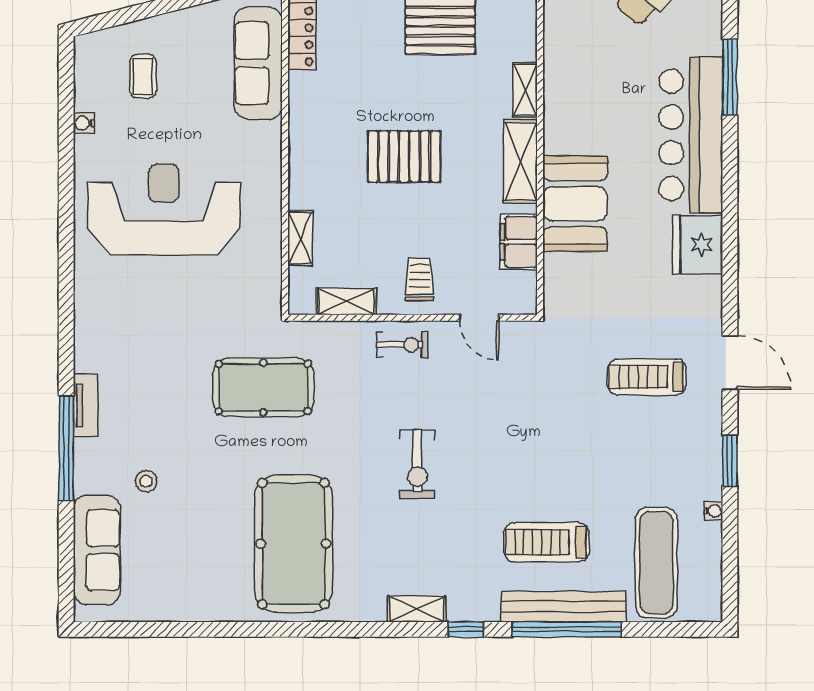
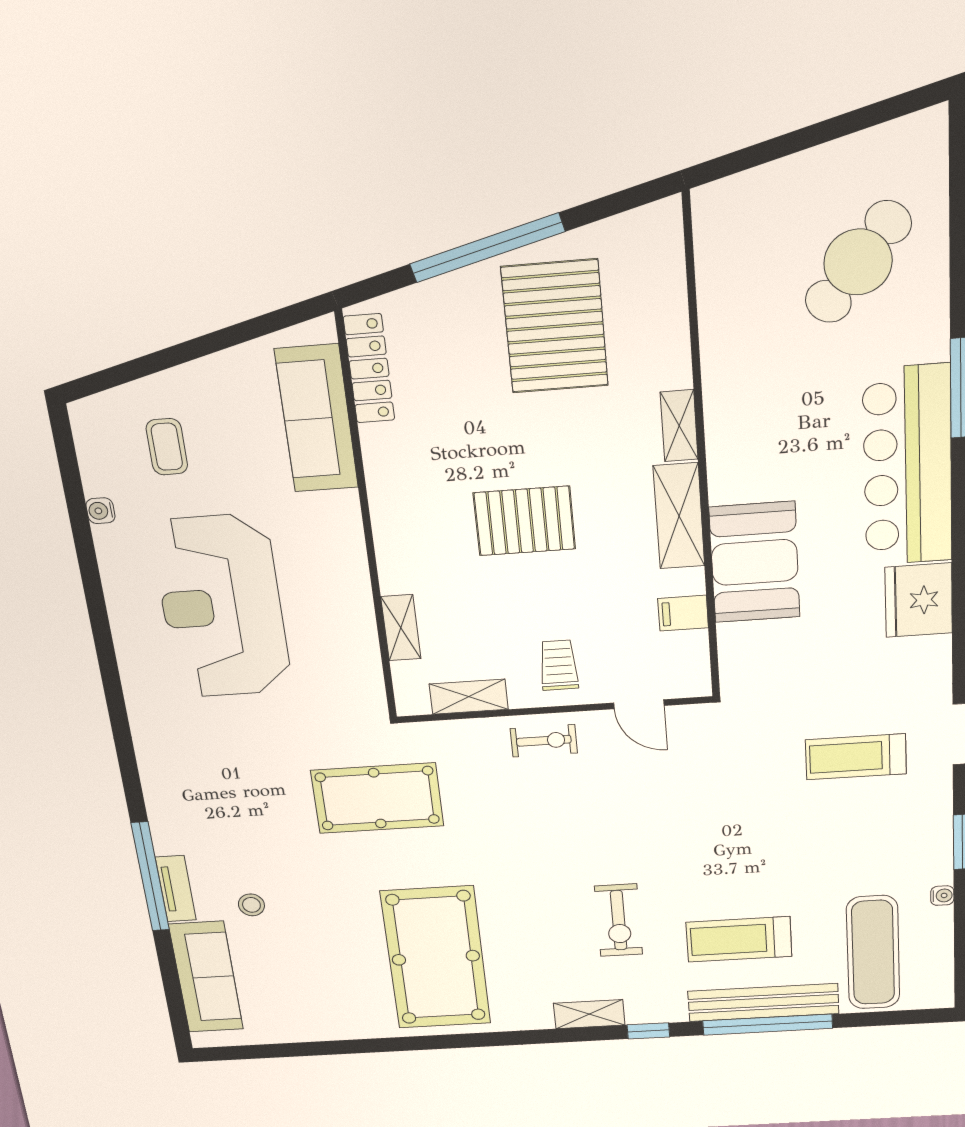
reception desk: (164, 210) -> (222, 607), turned -90
filing cabinet: (519, 242) -> (683, 613), width x0.50
tv unit: (86, 405) -> (176, 889), moved
exercise bike: (417, 464) -> (619, 920), moved

